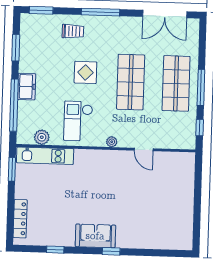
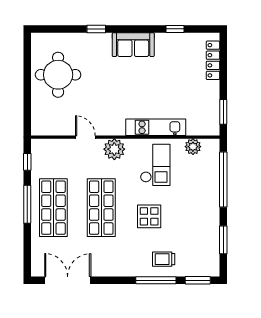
window: (101, 12) -> (156, 280), moved
freezer: (27, 87) -> (211, 199), removed
plant: (112, 142) -> (114, 149), width x1.88, depth x1.88
kitchen unit: (45, 156) -> (156, 127), moved
round table: (168, 210) -> (58, 75), added
window: (111, 251) -> (96, 29), moved

